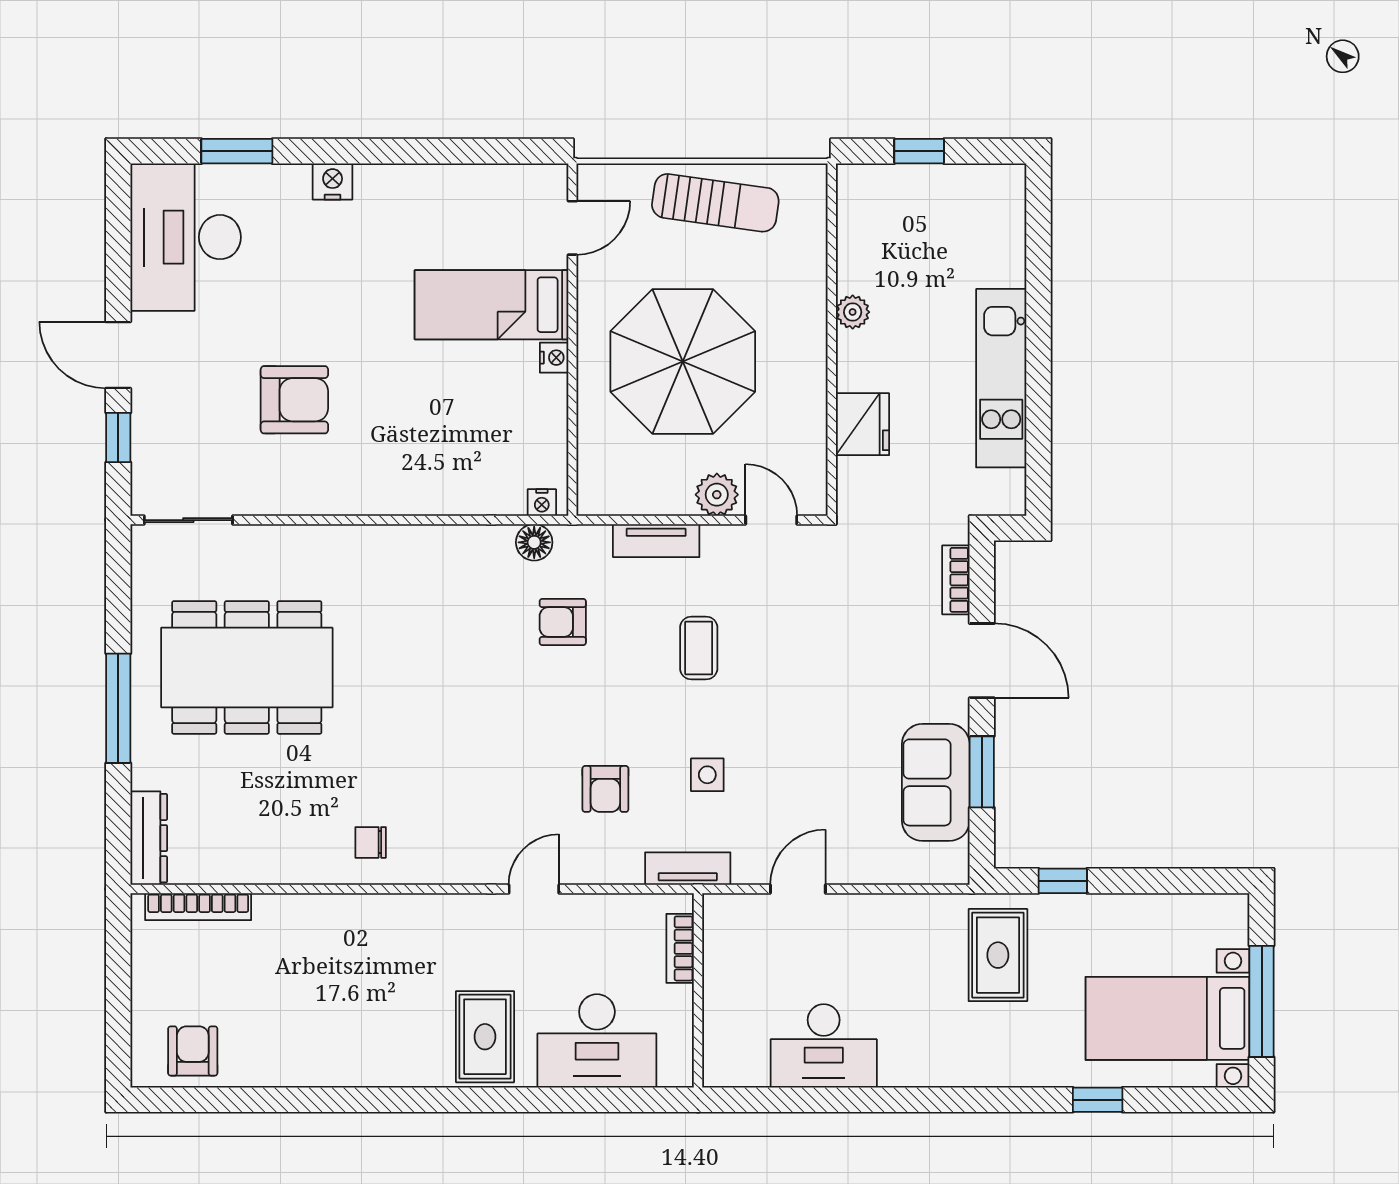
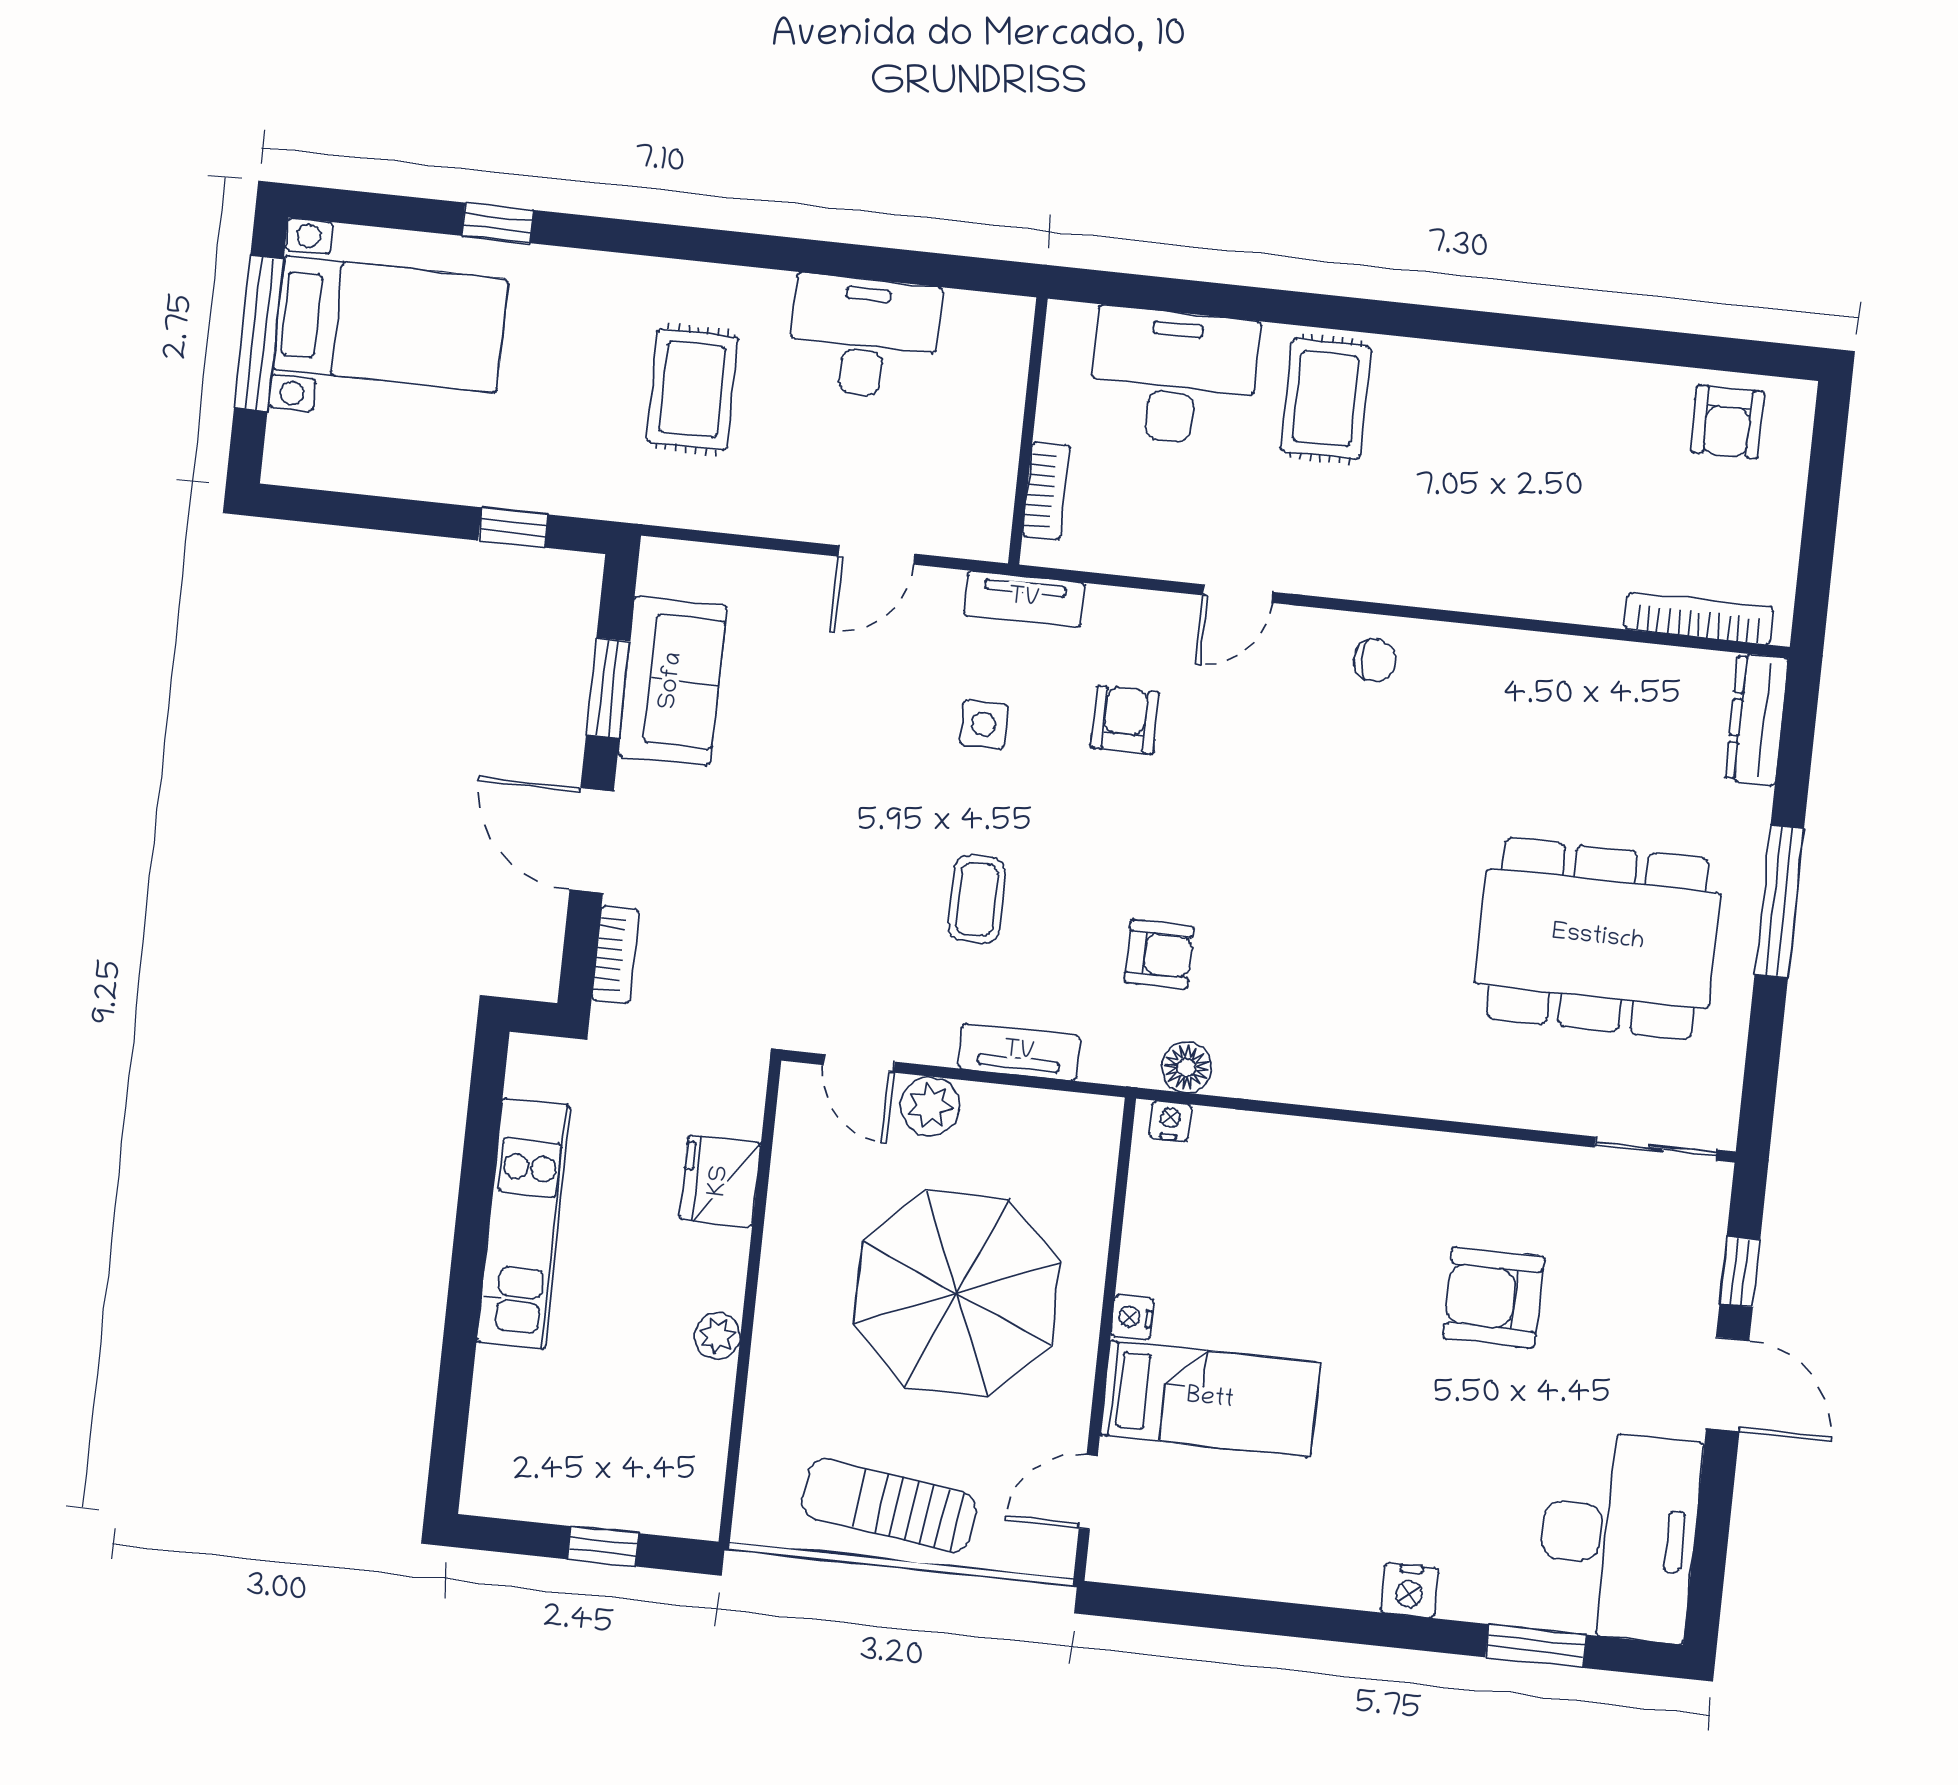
chair: (371, 842) -> (1375, 660), moved
rug: (998, 955) -> (692, 390), moved

